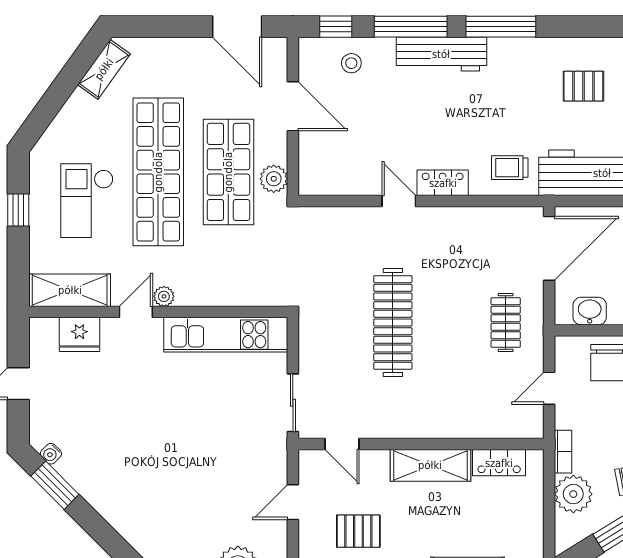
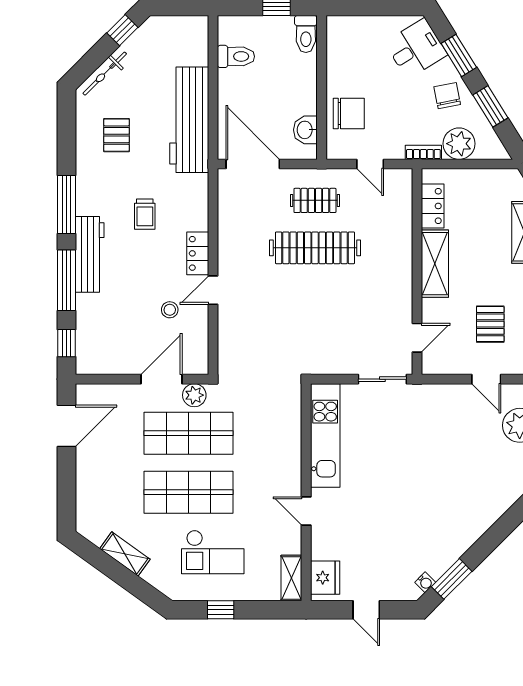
stool: (351, 63) -> (170, 310), moved
shelving: (104, 69) -> (125, 554), moved
door: (293, 106) -> (161, 379), moved
trolley: (510, 168) -> (145, 214), moved
shop shelf: (158, 172) -> (189, 492), width x0.71
shelving: (70, 290) -> (291, 578), width x0.67, depth x0.75
plant: (164, 296) -> (293, 487), removed
clothes rail: (393, 322) -> (315, 248), moved
fridge: (79, 334) -> (325, 578), moved
door: (293, 502) -> (486, 379), moved

